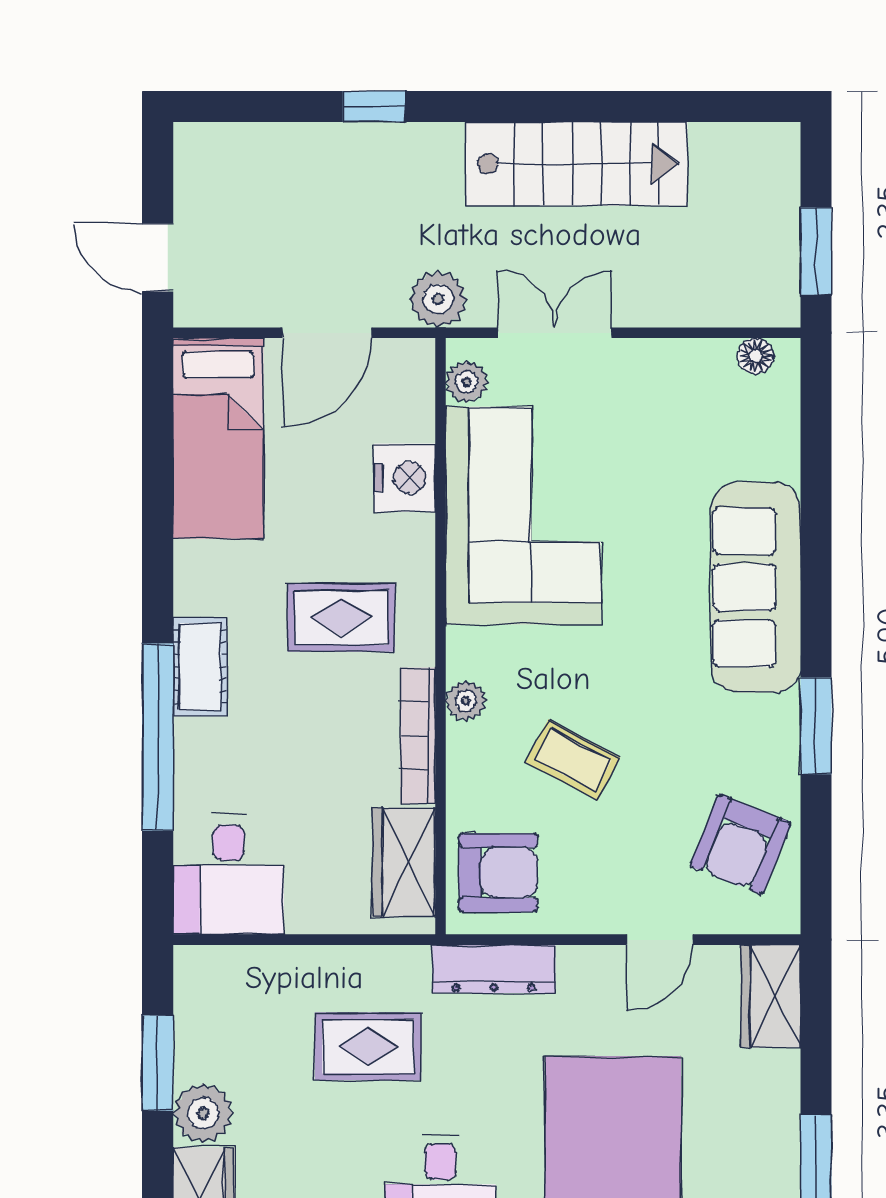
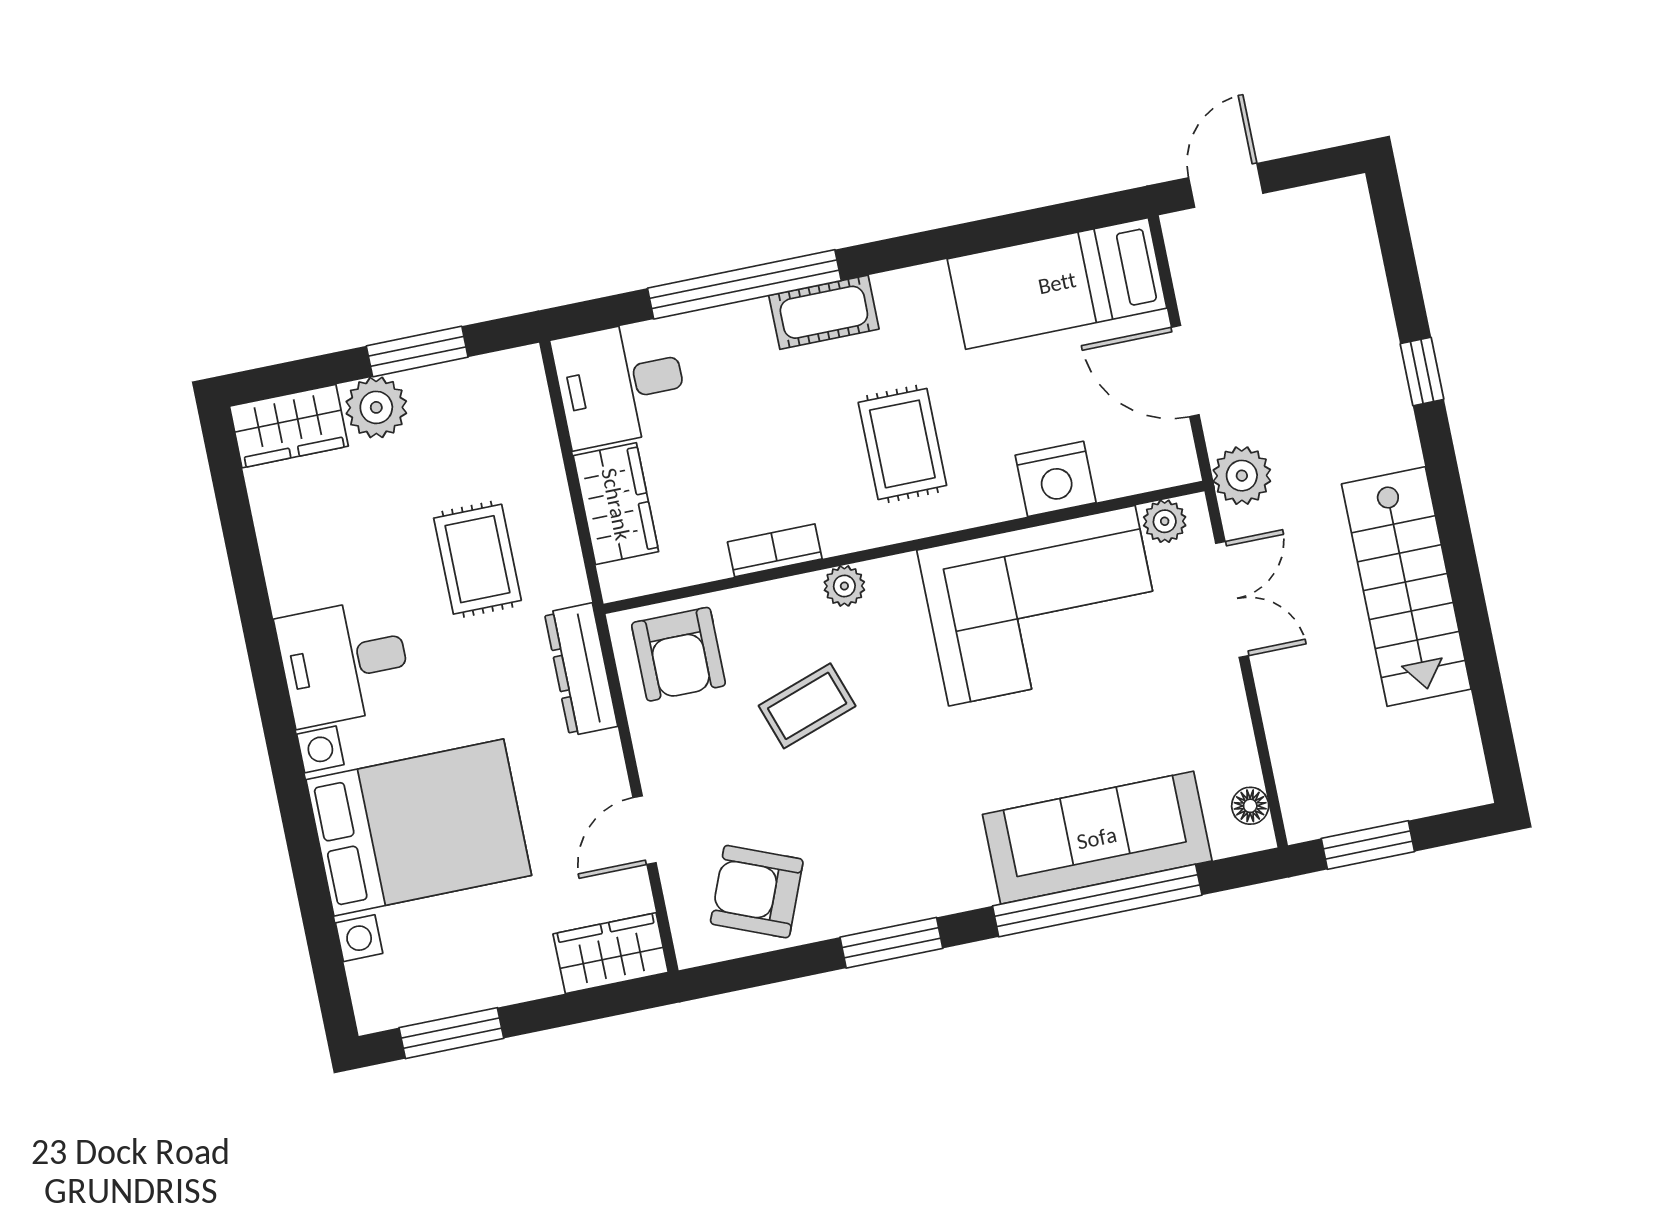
window: (816, 521) -> (1097, 901), added
sofa: (756, 587) -> (1097, 838), moved
bookcase: (418, 736) -> (775, 550), width x0.64
coffee table: (573, 760) -> (807, 706), turned 43
wardrobe: (404, 862) -> (616, 504), moved, turned 90
door: (660, 940) -> (645, 830), hinge flipped

